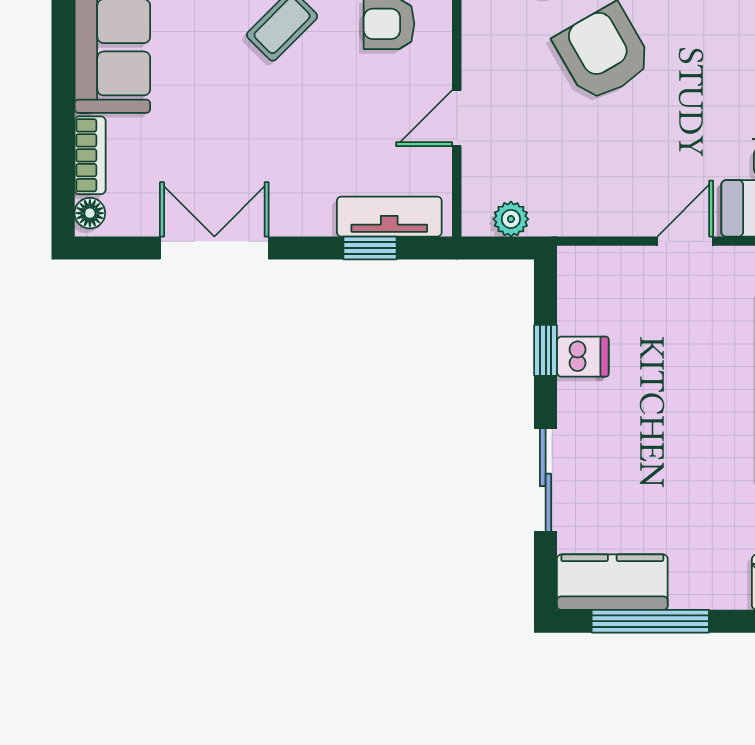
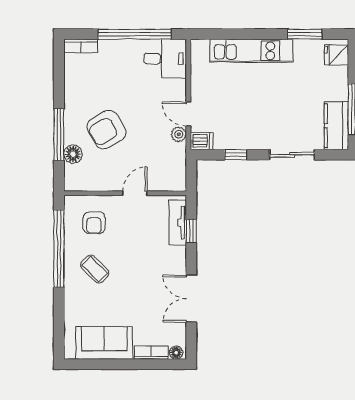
door: (457, 118) -> (135, 193), swing flipped
plant: (511, 219) -> (179, 134), moved
door: (685, 241) -> (188, 114), moved
dishwasher: (583, 357) -> (202, 141), moved, turned 90

